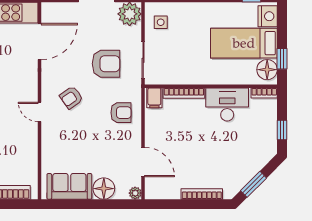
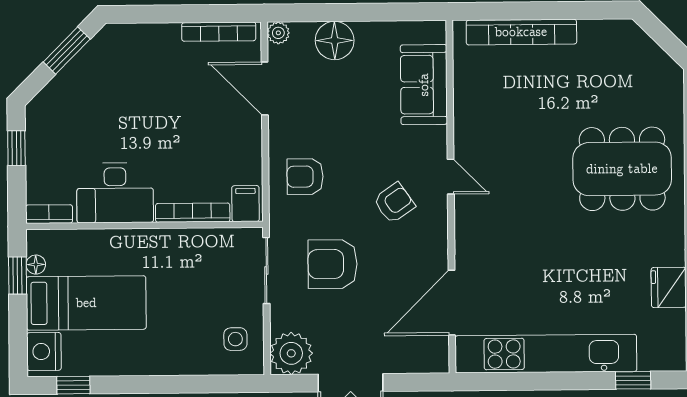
floor lamp: (267, 70) -> (36, 265), width x0.53, depth x0.53
sofa: (69, 186) -> (424, 85), moved, turned 90
bookcase: (202, 194) -> (219, 32), moved

